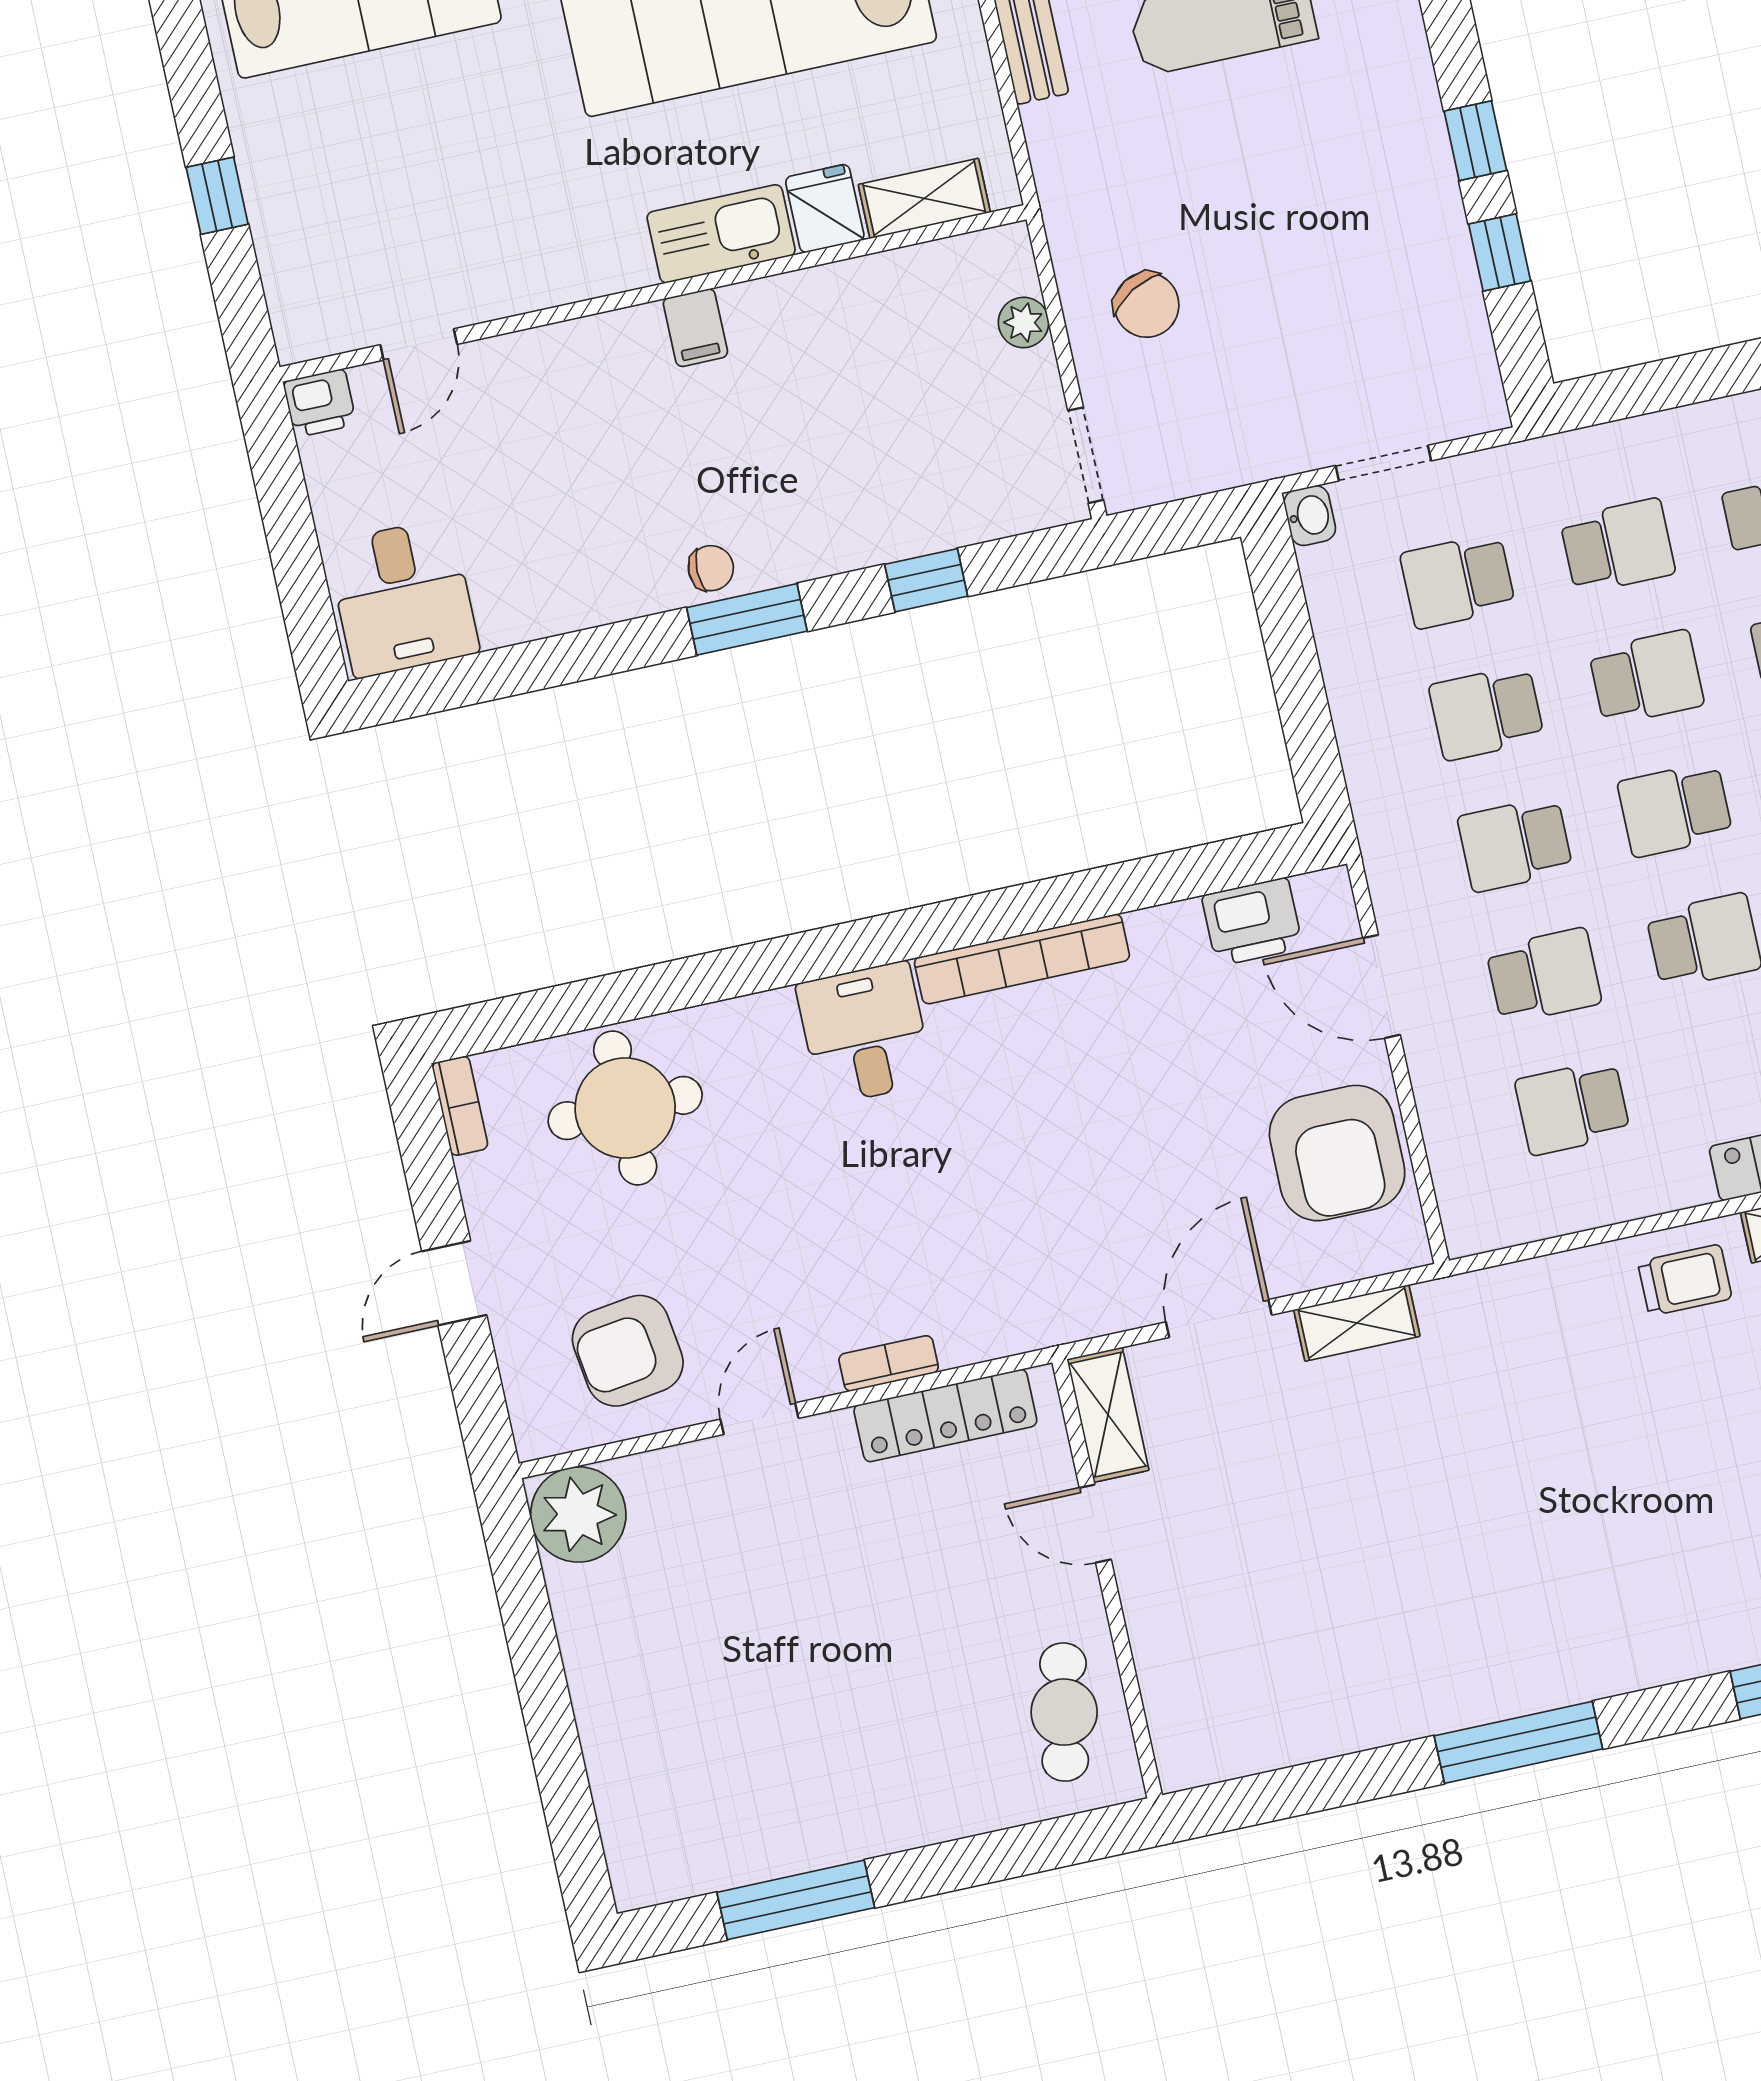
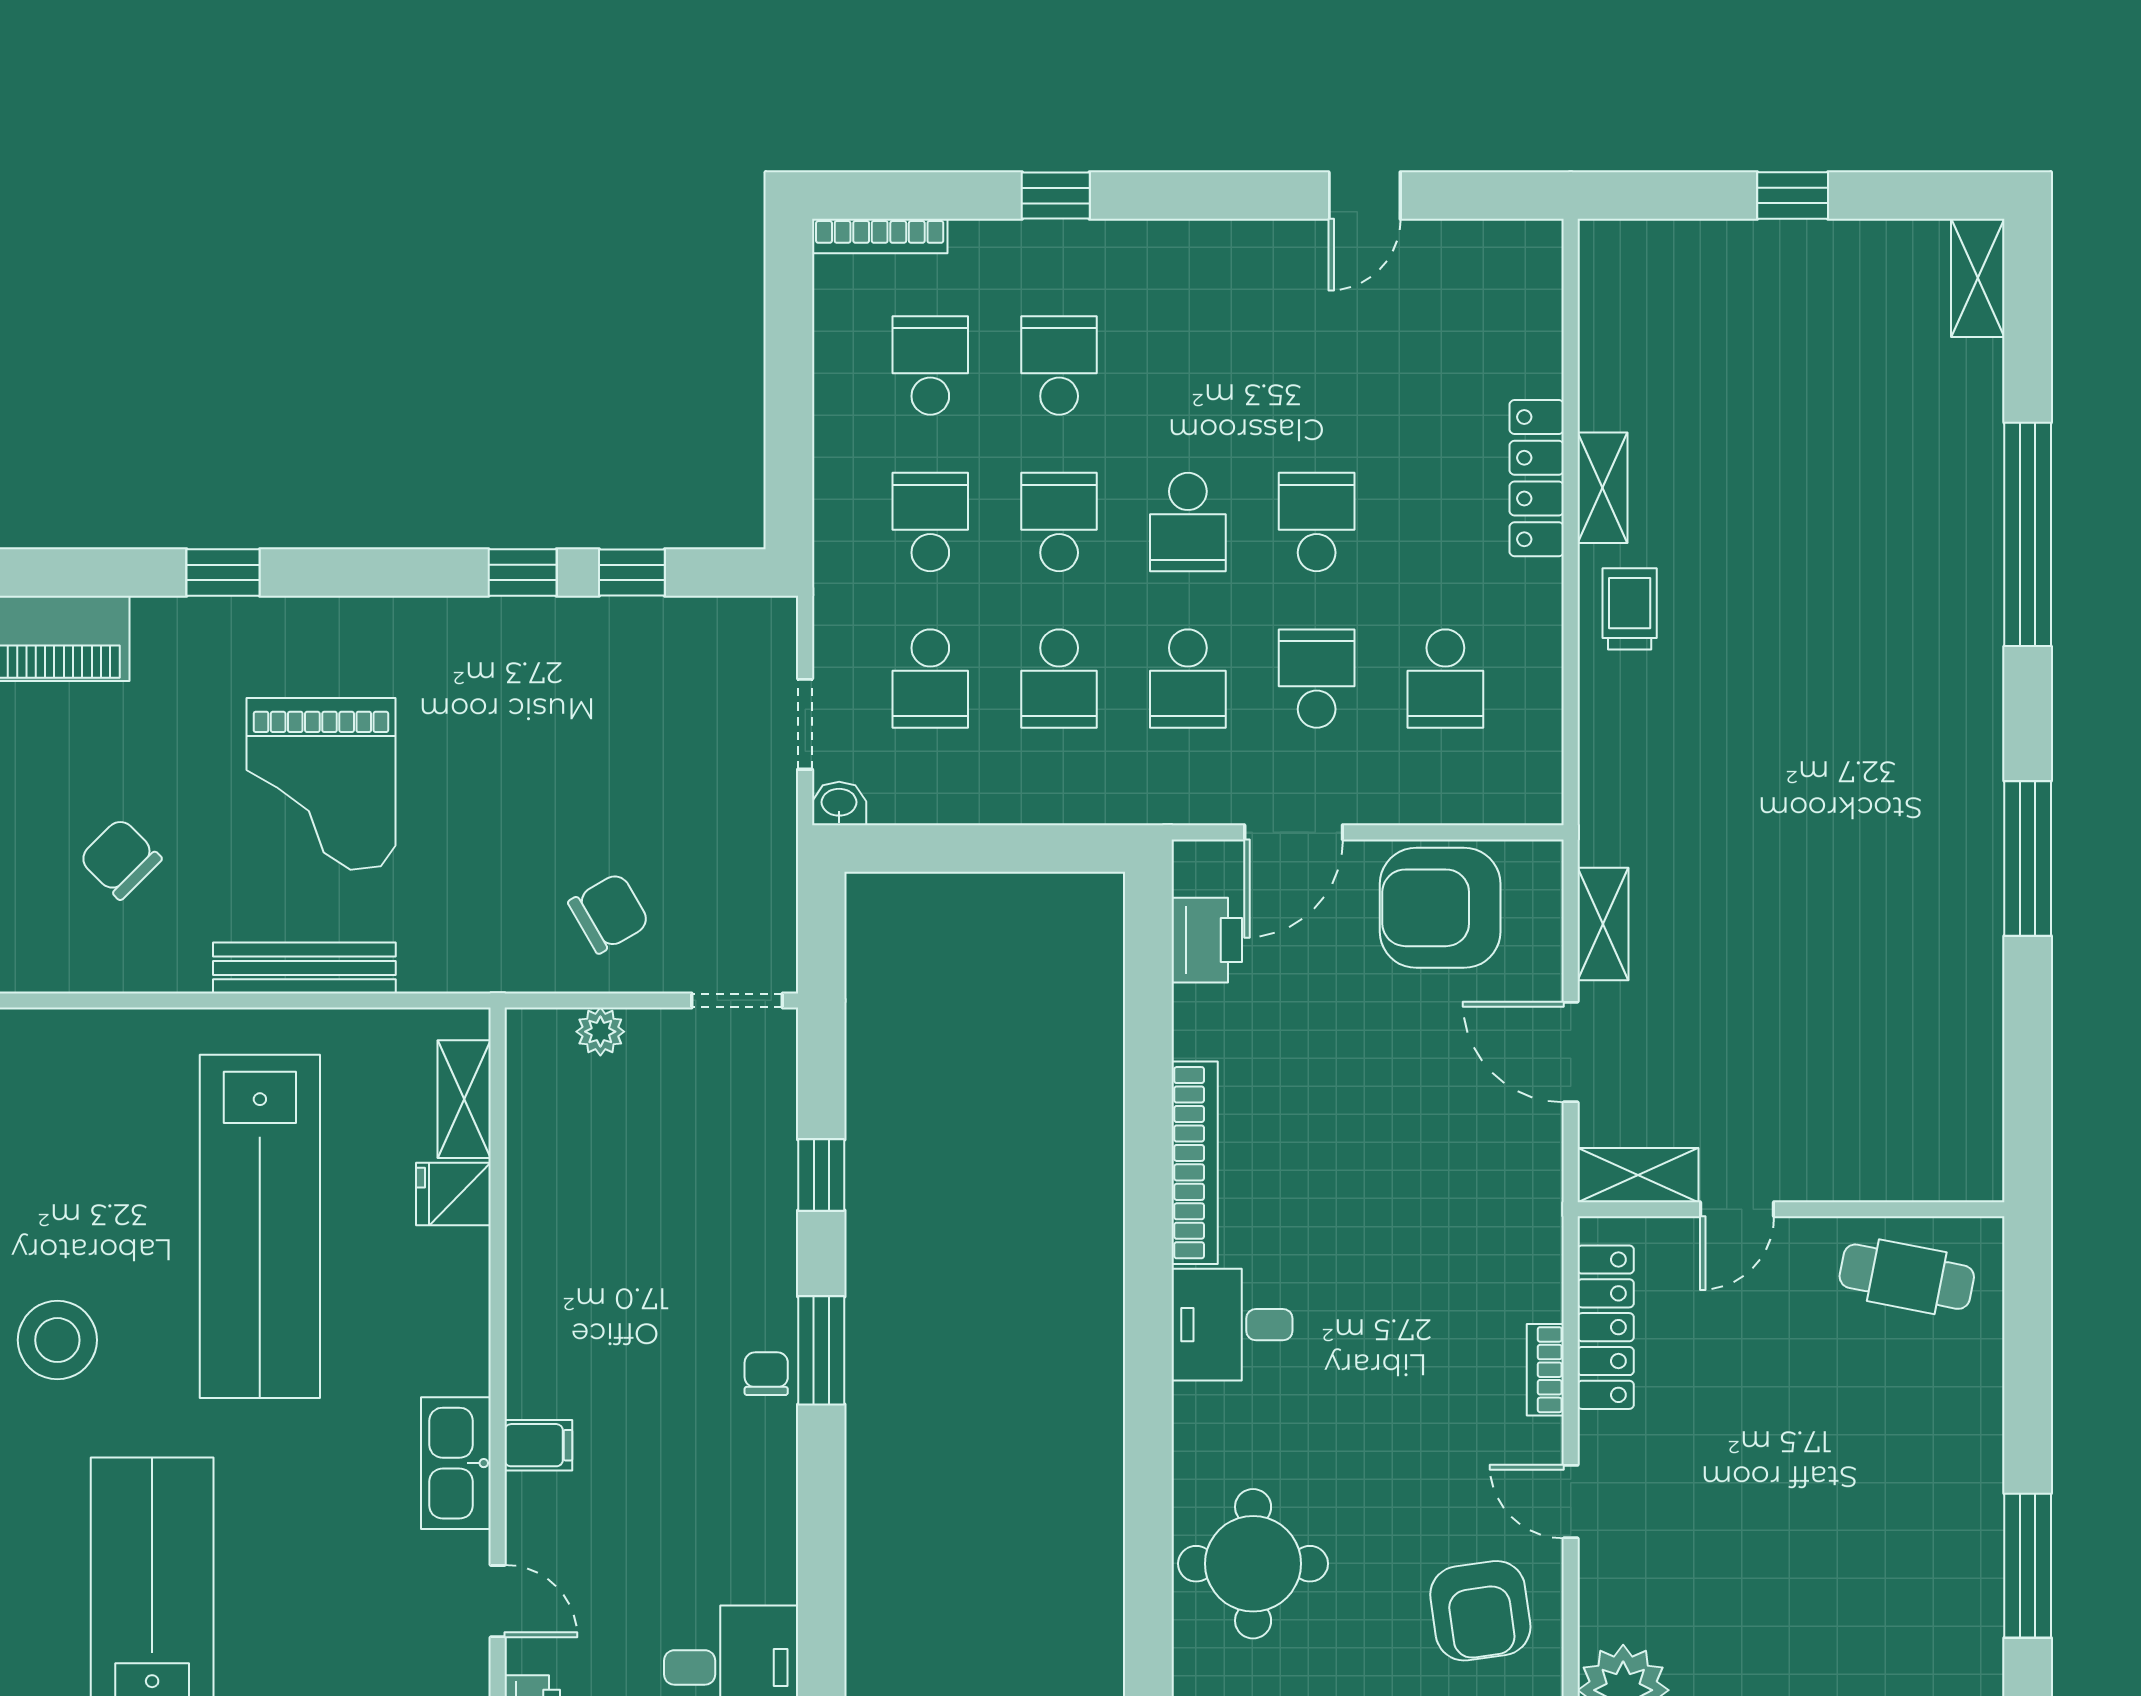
kitchen sink: (721, 234) -> (456, 1463), moved
filing cabinet: (695, 328) -> (538, 1445), moved
armchair: (1337, 1153) -> (1440, 908), turned 180

